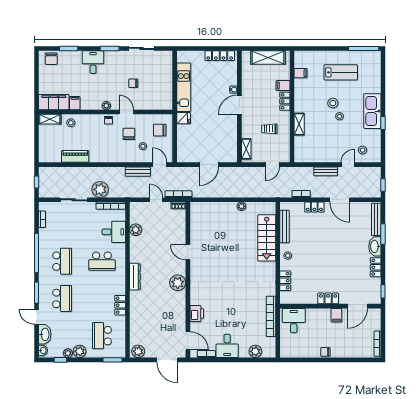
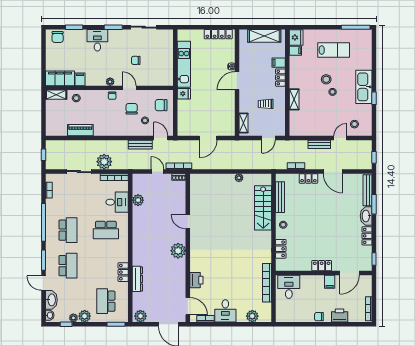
fridge: (301, 59) -> (296, 37), added
dresser: (135, 277) -> (137, 279), moved
printer: (347, 351) -> (340, 316), added

